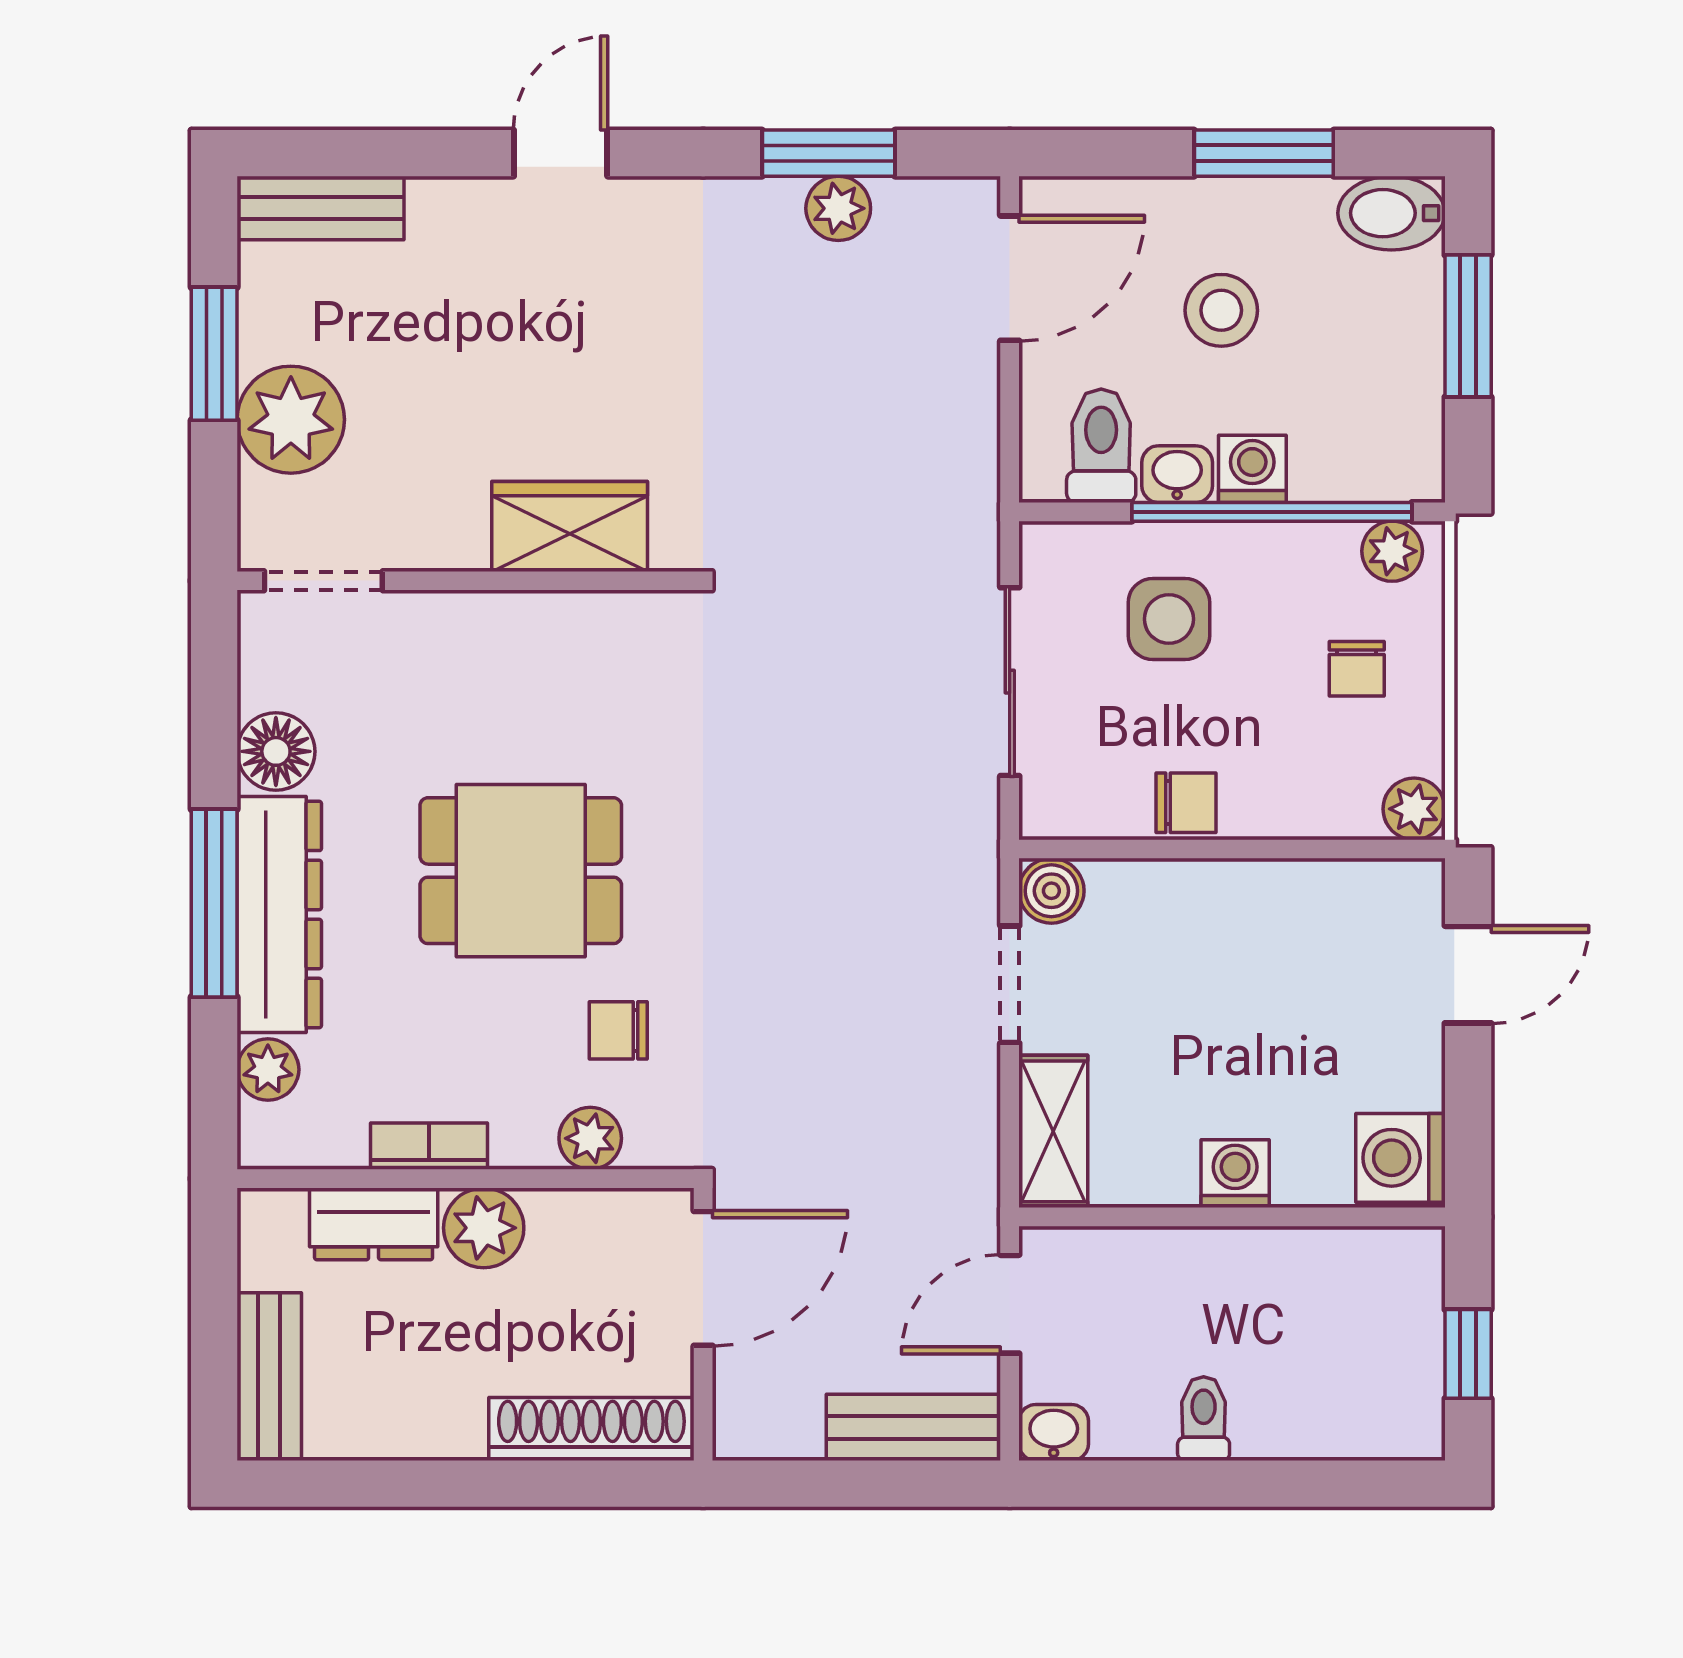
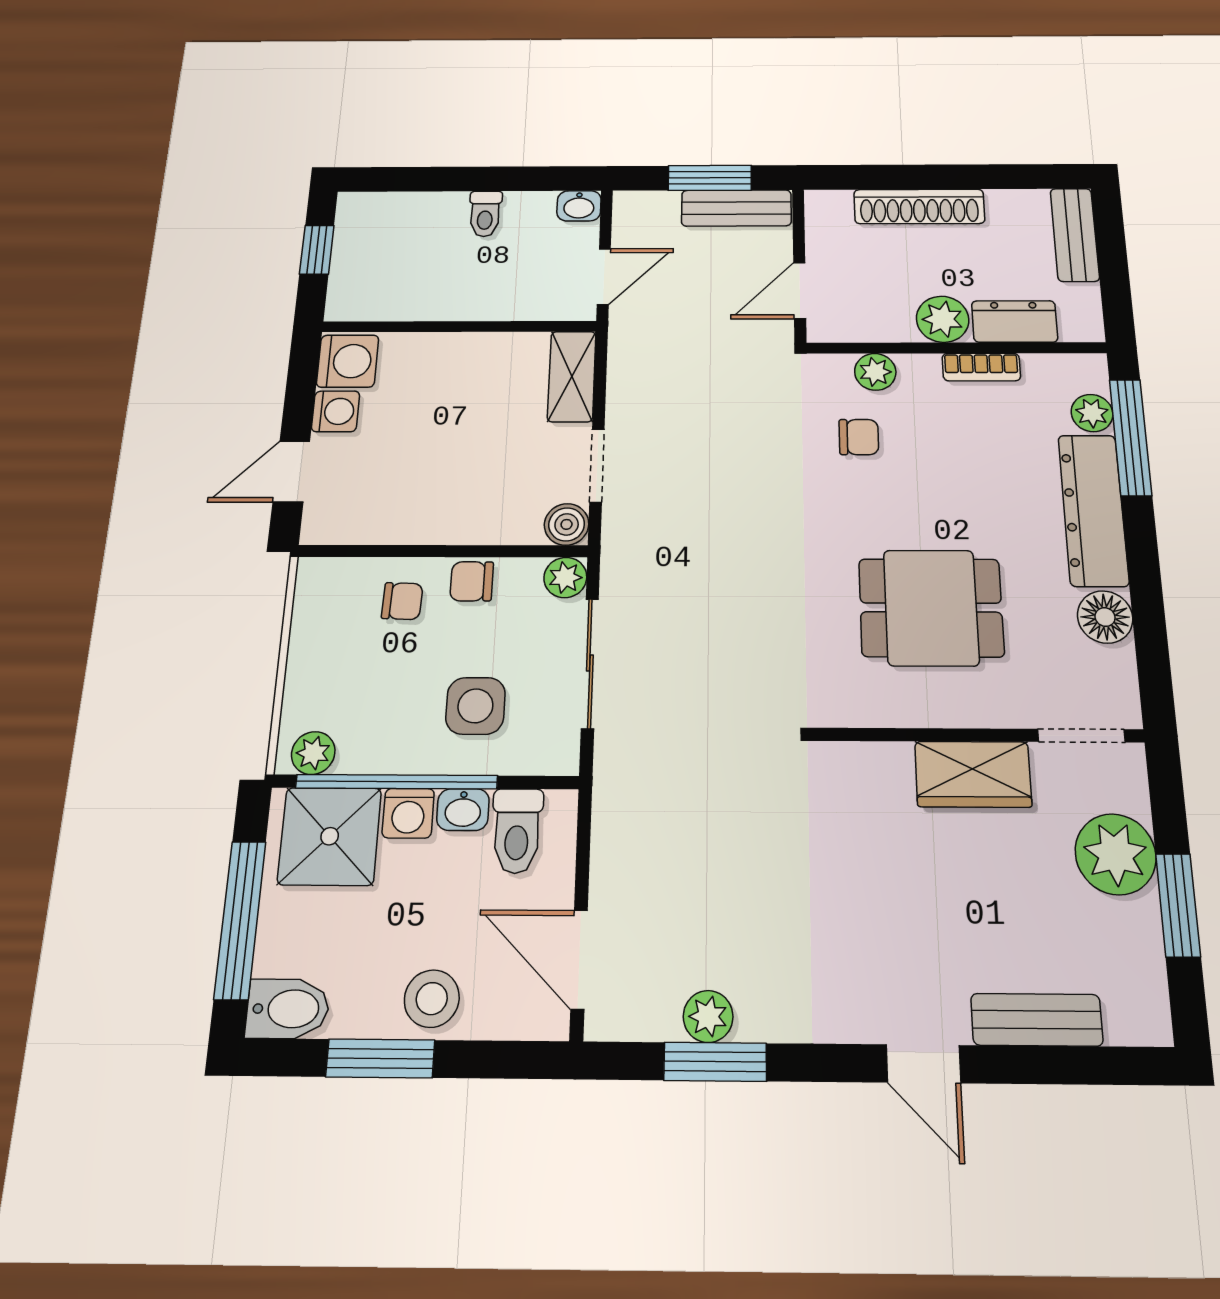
door: (561, 153) -> (923, 1064), hinge flipped
bench: (321, 208) -> (1037, 1020), moved
door: (1010, 278) -> (579, 960), hinge flipped
stool: (1221, 310) -> (432, 999), moved
window: (1468, 326) -> (240, 920), width x1.44
shower: (1358, 437) -> (330, 836), added
wardrobe: (570, 526) -> (973, 774), moved
chair: (1357, 669) -> (402, 601), moved, turned 92
plant: (1414, 809) -> (565, 578), moved
dining table: (521, 871) -> (931, 608), moved
window: (214, 903) -> (1130, 437), moved
washing machine: (1235, 1174) -> (336, 411), moved, turned -90
door: (703, 1278) -> (800, 291), width x0.73
bench: (913, 1427) -> (736, 208), moved
shoe rack: (591, 1429) -> (919, 206), moved
window: (845, 1484) -> (710, 178), added

